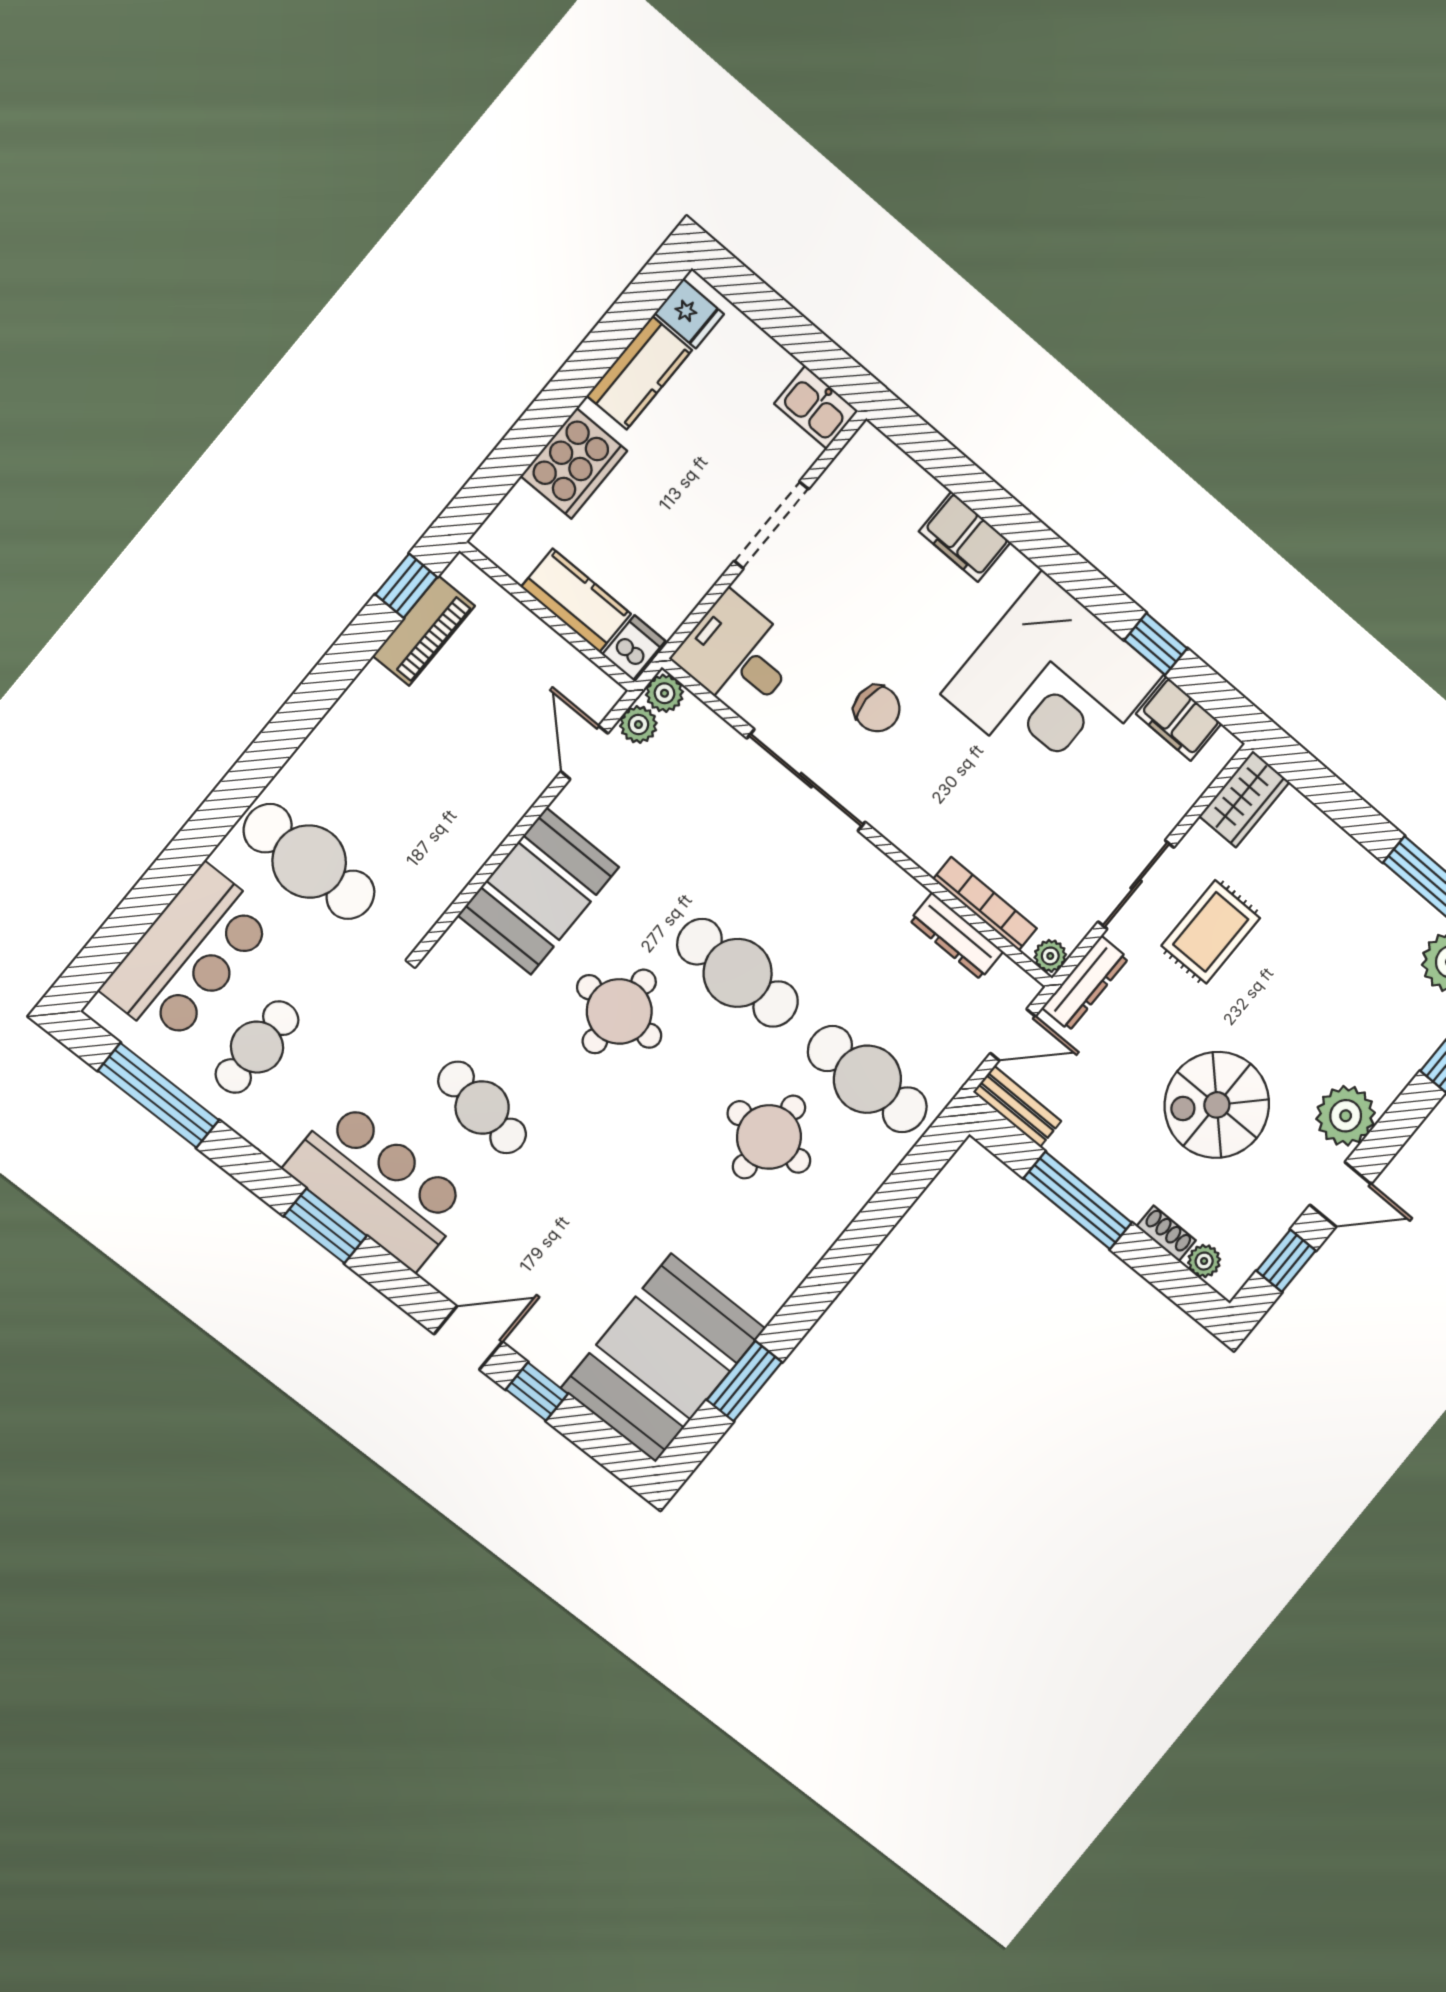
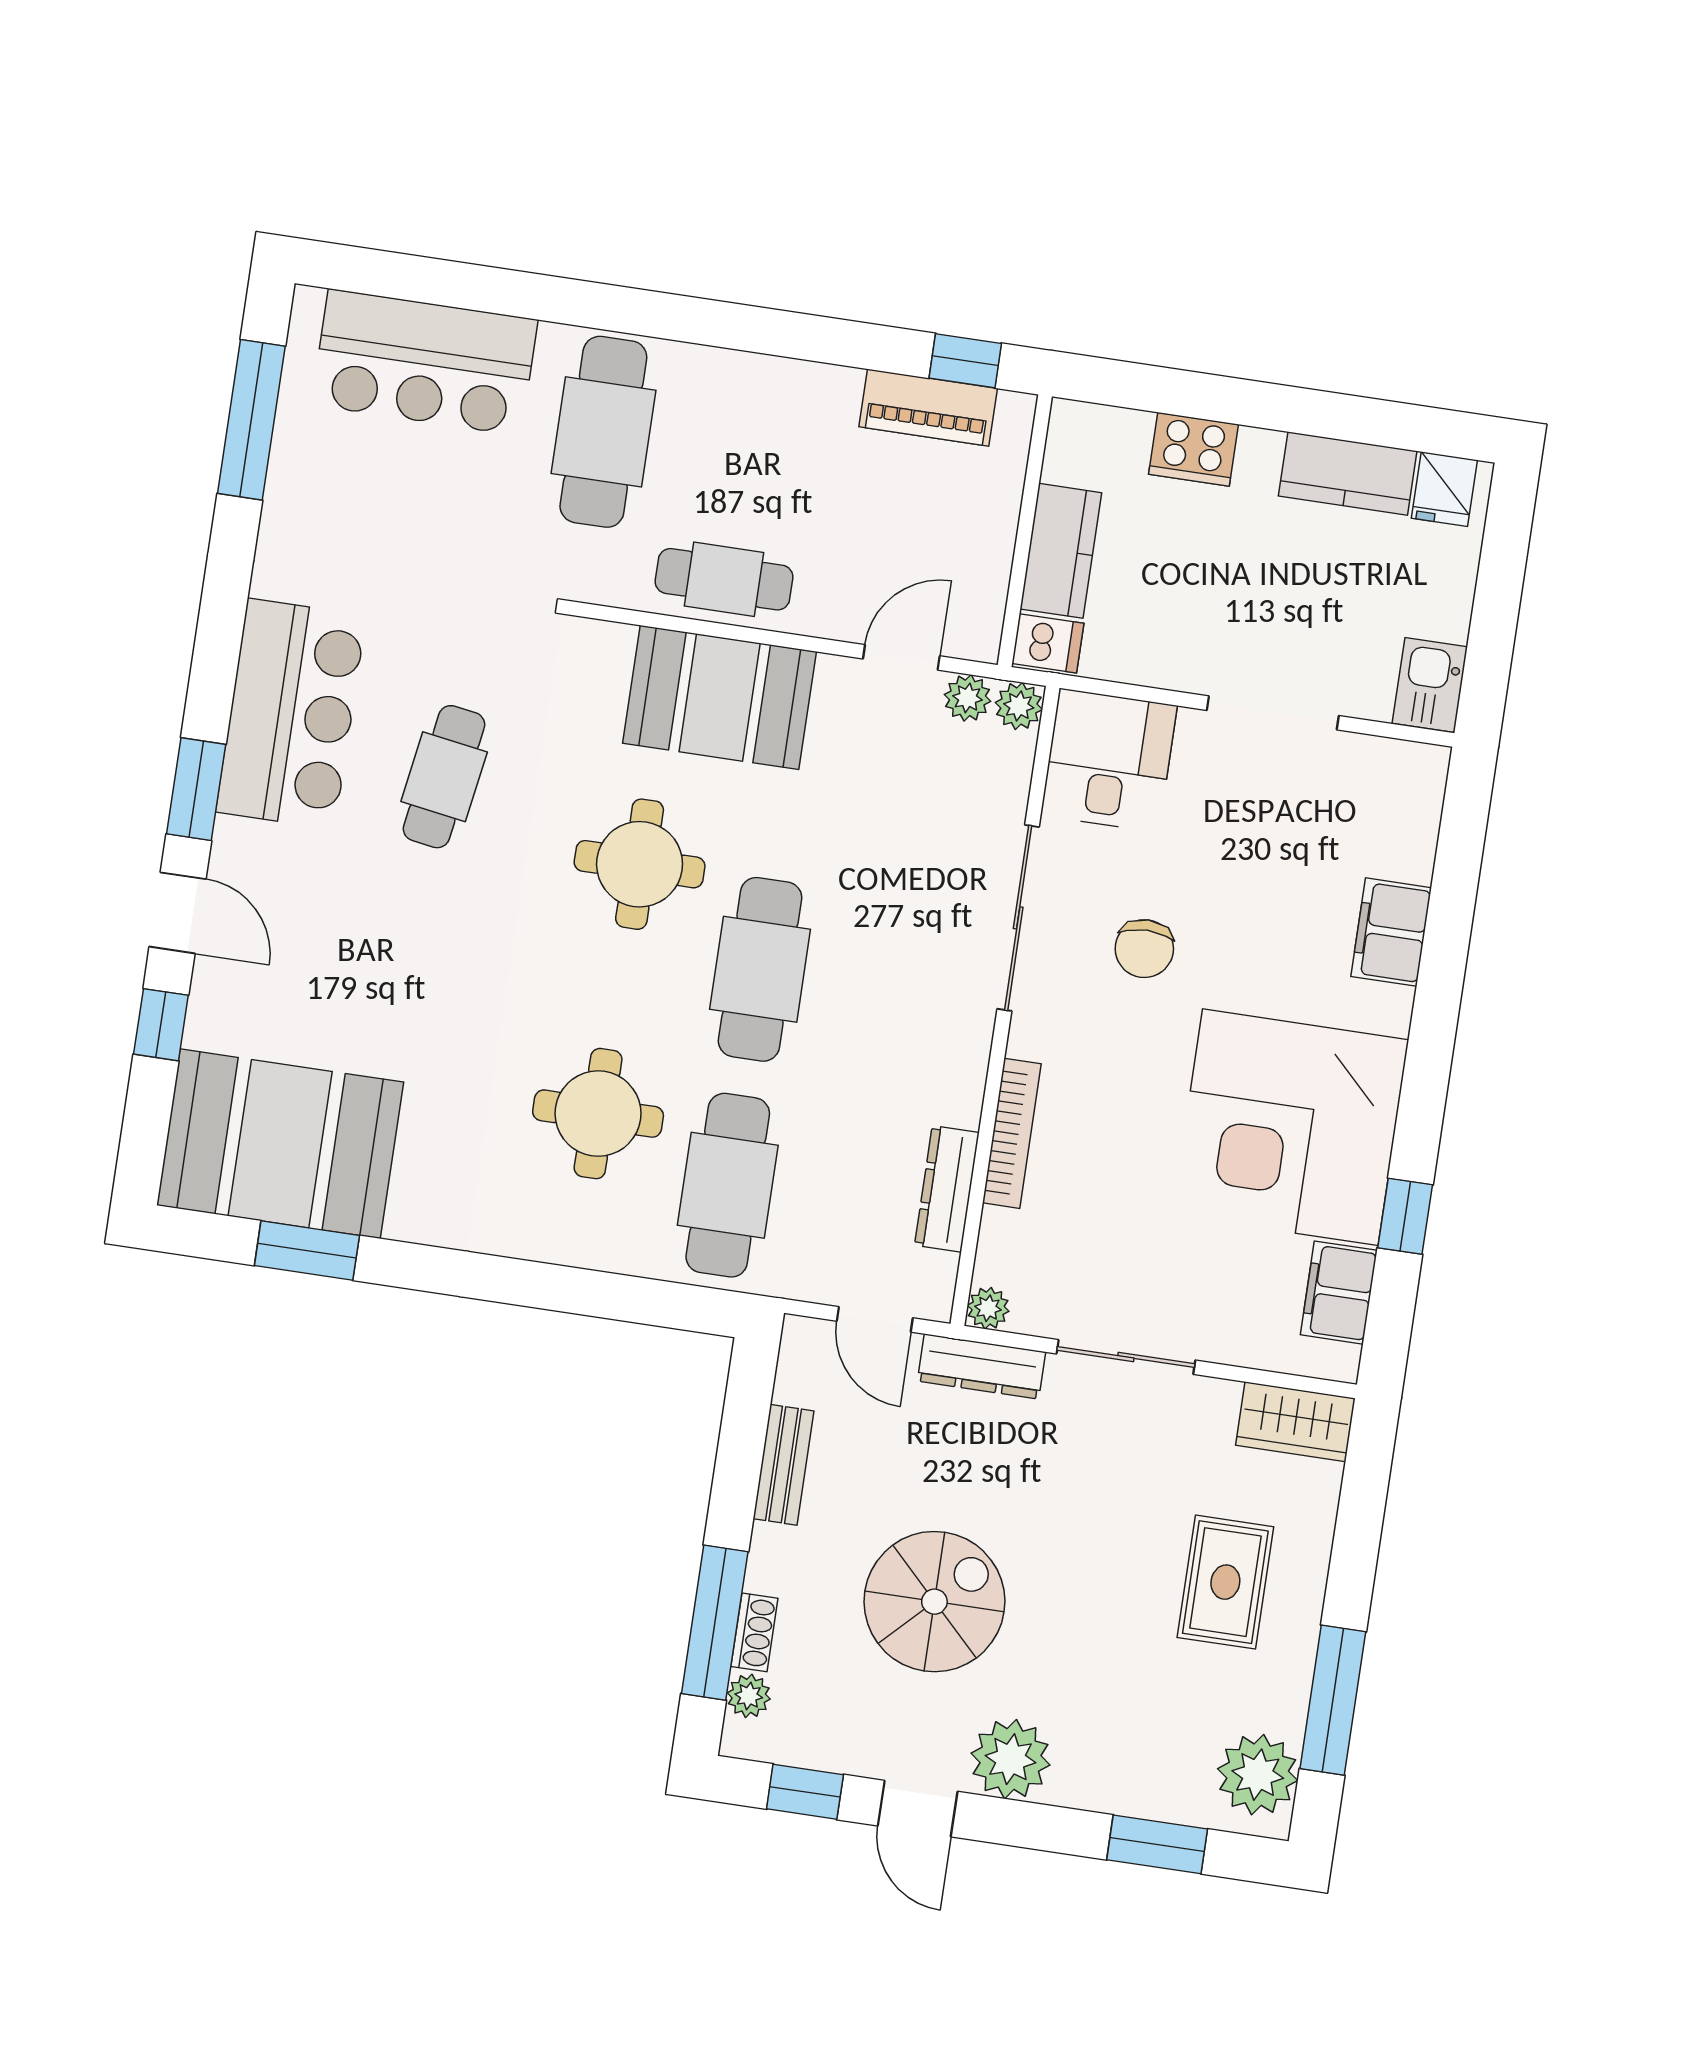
cooker: (574, 463) -> (1193, 449), width x0.73, depth x0.76
bookcase: (985, 904) -> (1012, 1133), moved
rug: (1211, 932) -> (1225, 1582), moved, turned 90
cafe table: (257, 1047) -> (724, 579), moved
spiral stairs: (1217, 1105) -> (934, 1602), turned 90
bench: (1017, 1107) -> (783, 1465), moved
window: (1078, 1201) -> (715, 1623), moved
window: (325, 1226) -> (196, 789), moved

